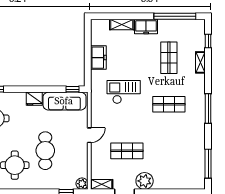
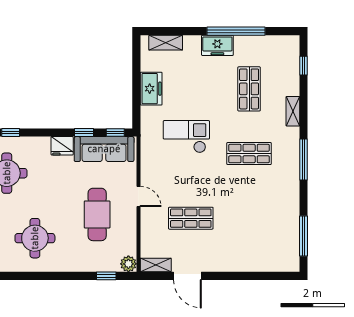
window: (175, 16) -> (236, 31), moved
shelving: (122, 24) -> (166, 43), moved
shelving: (200, 62) -> (293, 111), moved
window: (50, 89) -> (84, 132), added
door: (89, 135) -> (138, 196), hinge flipped
cafe table: (45, 151) -> (97, 214), moved
plant: (145, 181) -> (215, 260), removed

